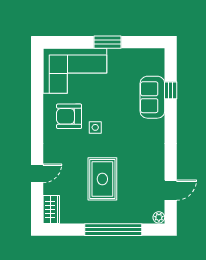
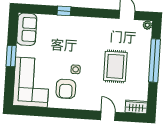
window: (171, 90) -> (64, 11), moved
sofa: (152, 97) -> (27, 29), moved, turned -90
rug: (102, 179) -> (115, 66), turned 90

